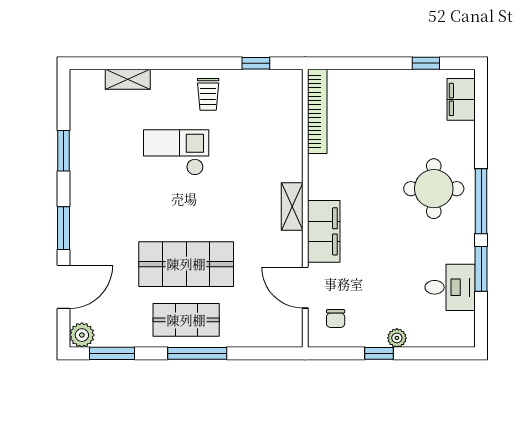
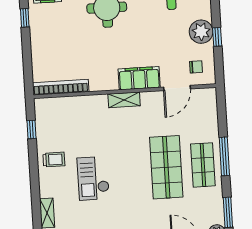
plant: (397, 338) -> (201, 32), width x1.88, depth x1.88

